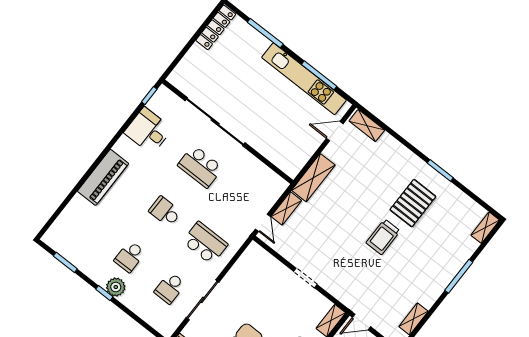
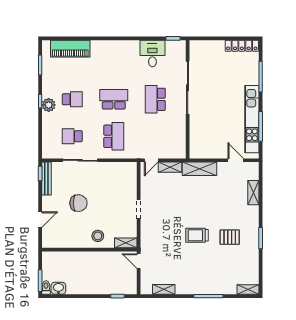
shelving: (367, 125) -> (253, 193), moved
piano: (103, 177) -> (70, 49), moved
pallet: (413, 203) -> (230, 237), width x0.67, depth x0.71
school desk: (165, 212) -> (114, 99), width x1.85
school desk: (130, 257) -> (72, 99), turned 180

